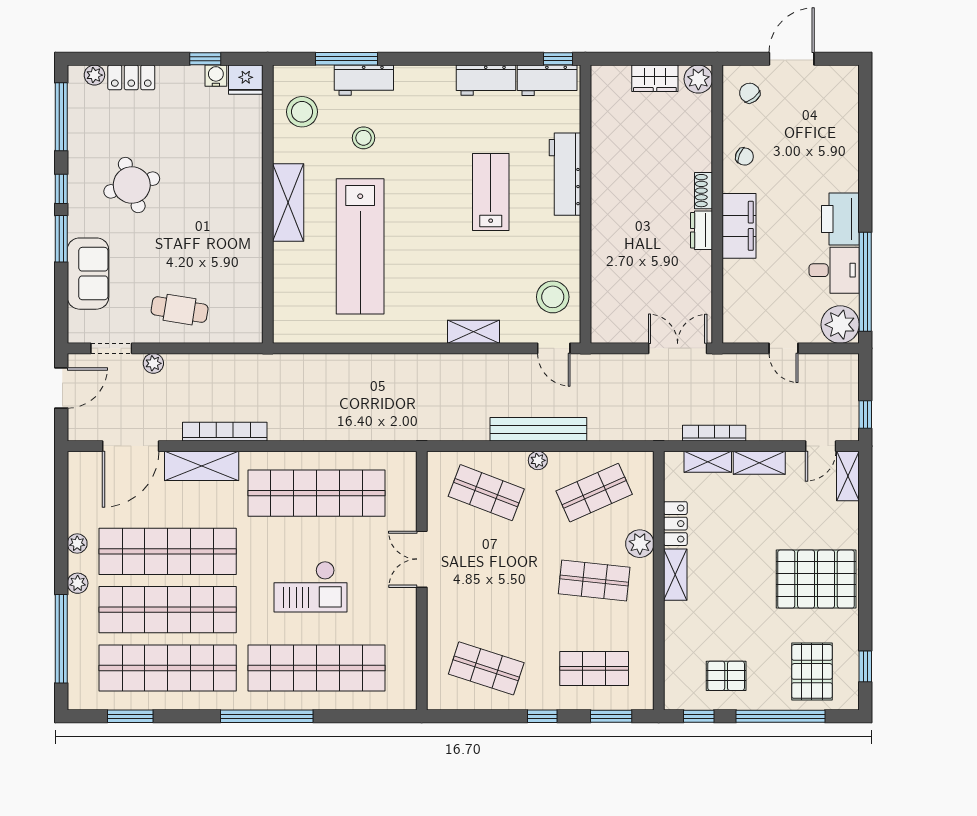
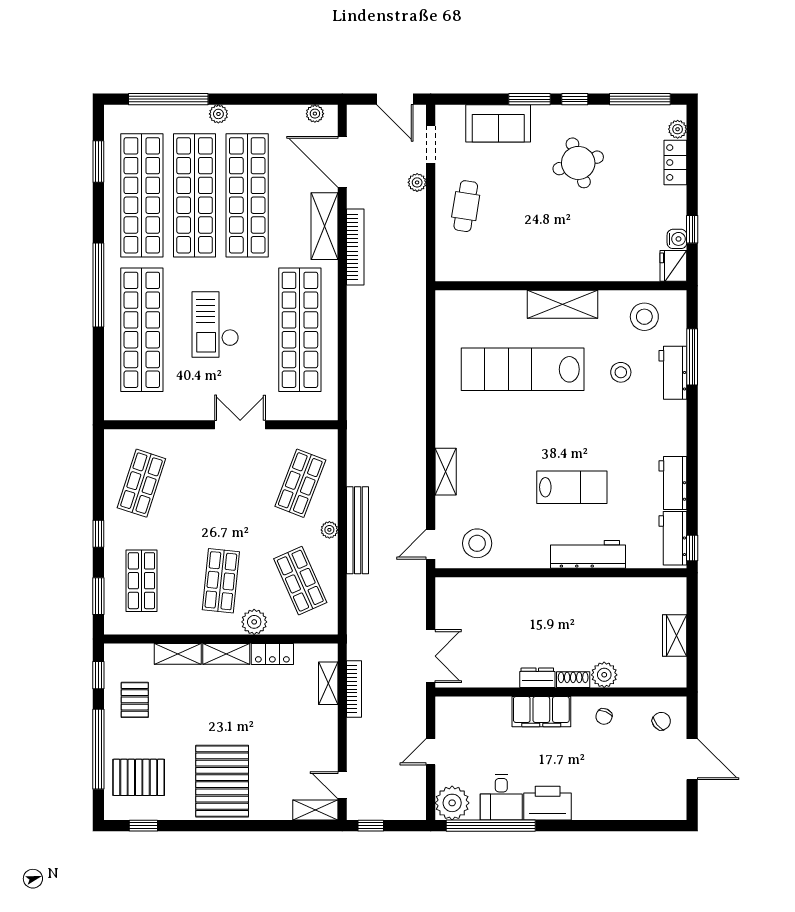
plant: (698, 79) -> (604, 675), moved
shelving: (759, 463) -> (178, 654), moved, turned 90
plant: (77, 544) -> (315, 114), moved

